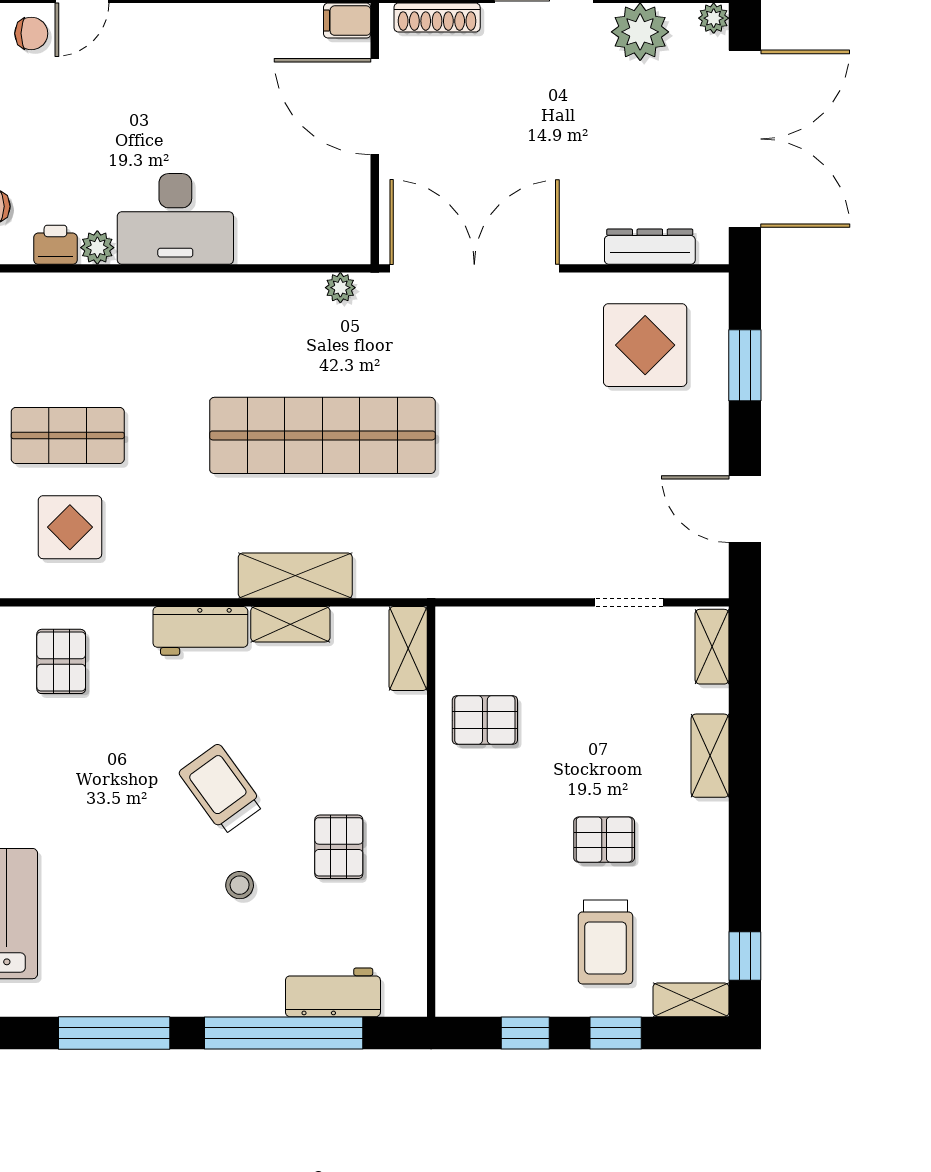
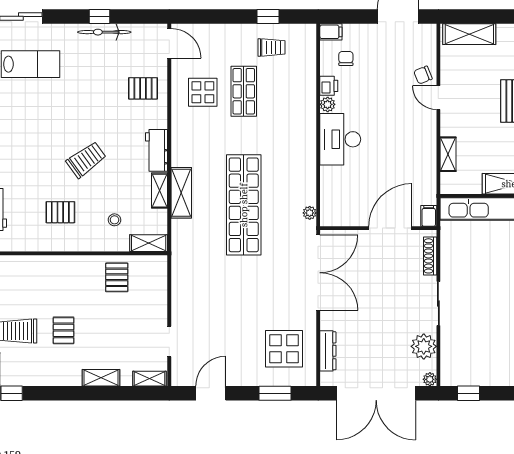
chair: (31, 33) -> (423, 75), turned 68
stool: (240, 885) -> (115, 220), moved

